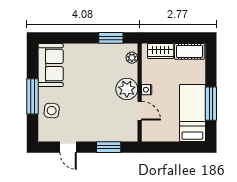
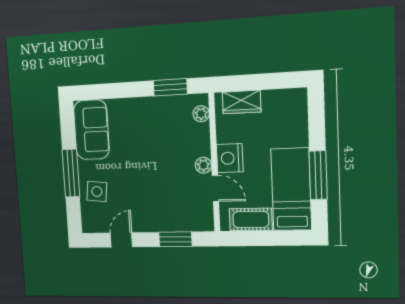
cot: (189, 51) -> (251, 219), moved
plant: (127, 89) -> (203, 165), width x0.53, depth x0.53
nightstand: (147, 90) -> (230, 158), width x1.89, depth x1.79
door: (68, 147) -> (121, 240), swing flipped

